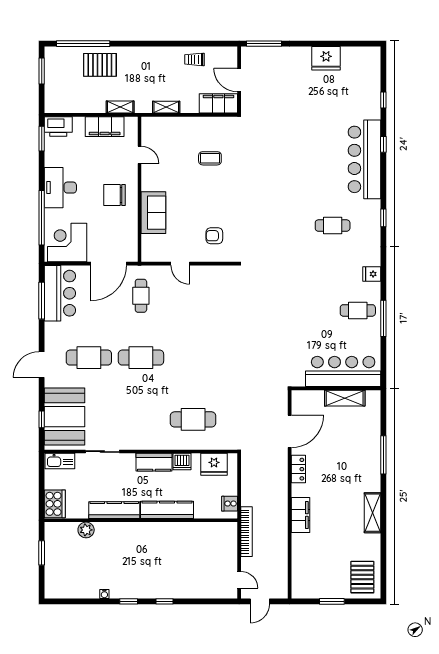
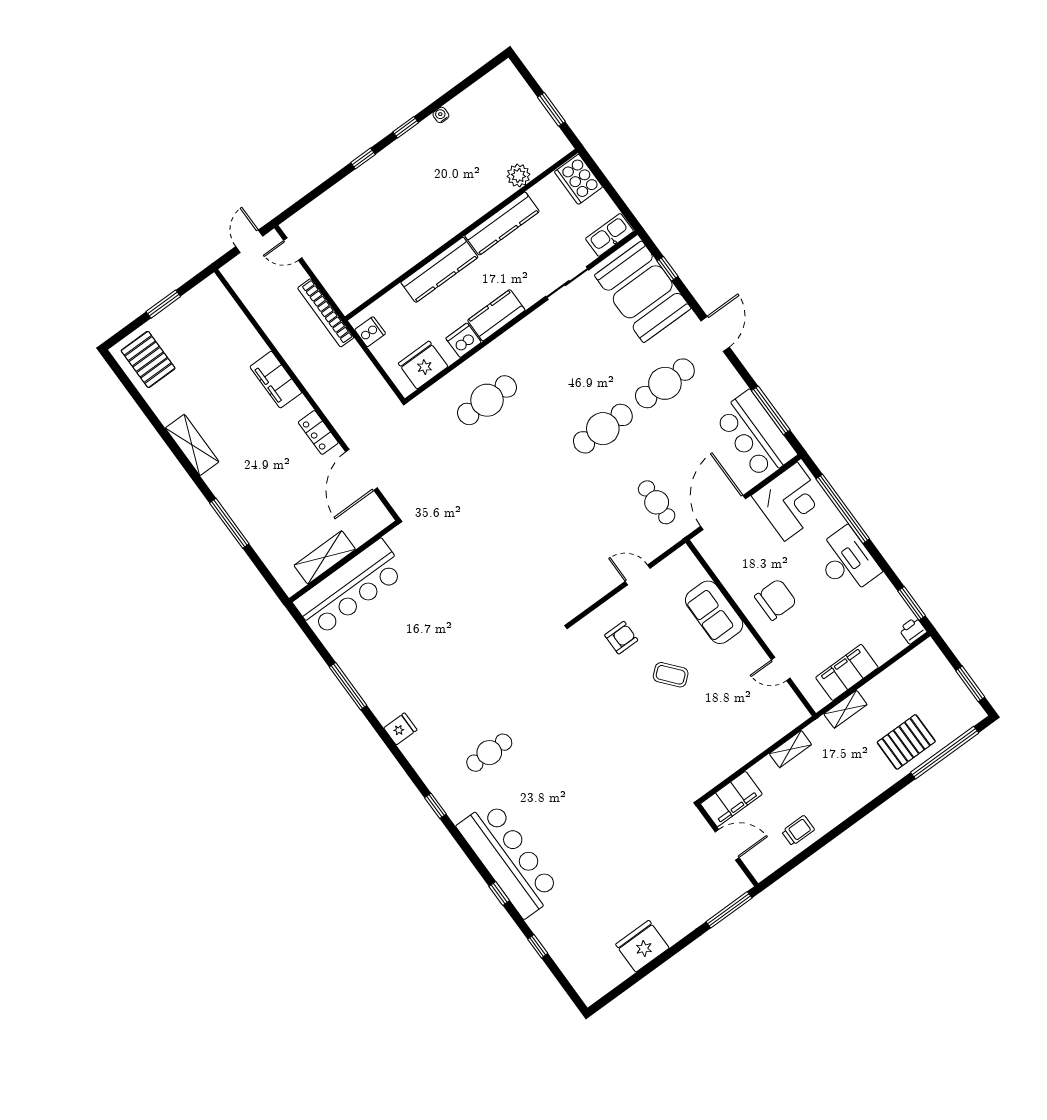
printer: (58, 126) -> (913, 630), width x0.53, depth x0.68
coffee table: (210, 158) -> (671, 675), moved, turned 50
cafe table: (358, 310) -> (385, 673), removed

